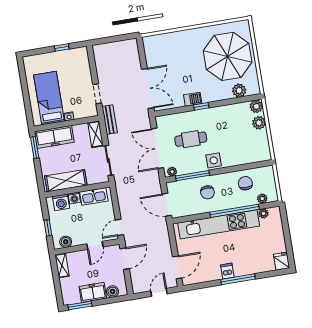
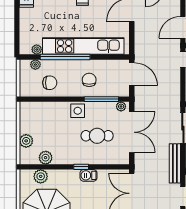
plant: (256, 106) -> (46, 158), moved
bench: (110, 120) -> (175, 163), width x1.36
chair: (245, 183) -> (50, 83), turned -90

